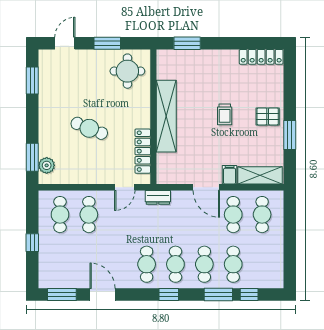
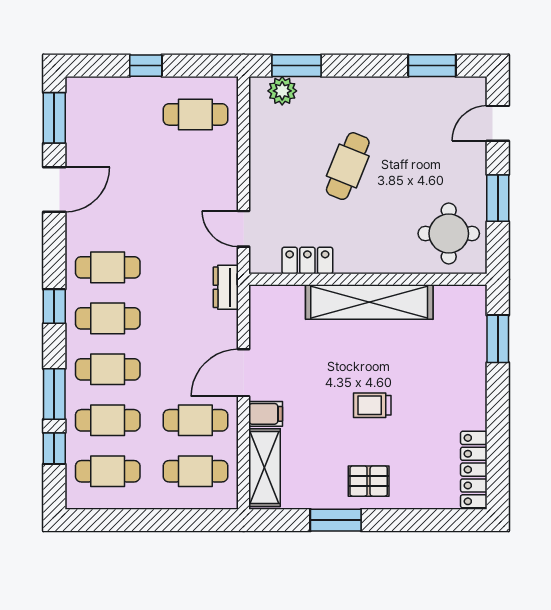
door: (65, 43) -> (498, 123), swing flipped
pallet: (268, 116) -> (369, 481), turned 90
locker: (143, 151) -> (307, 261), width x0.66
cafe table: (89, 215) -> (108, 471), moved

